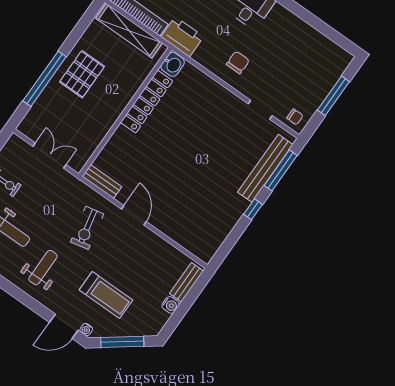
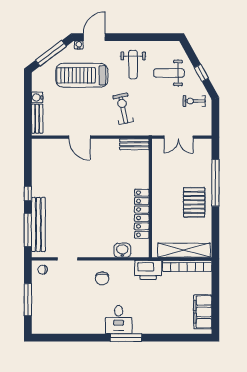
washbasin: (173, 64) -> (122, 250), moved, turned 90
door: (134, 215) -> (79, 137), moved
treadmill: (106, 295) -> (82, 75), width x1.37, depth x1.38

